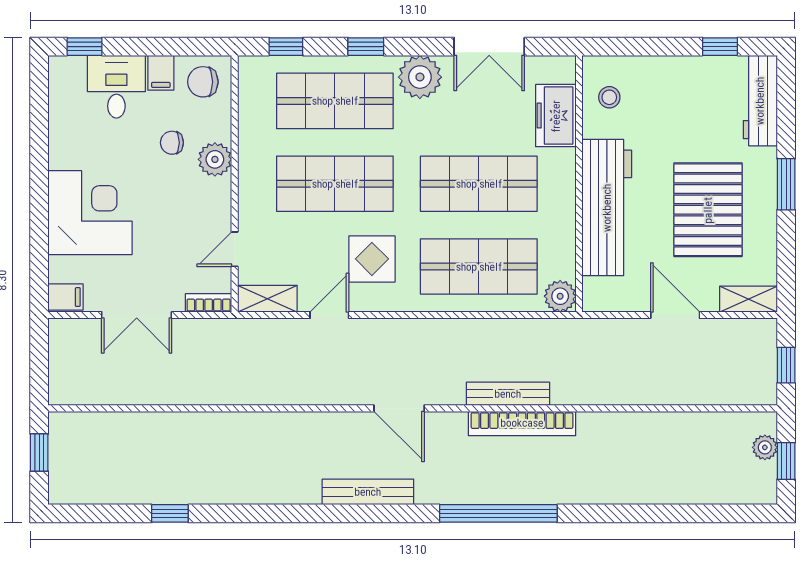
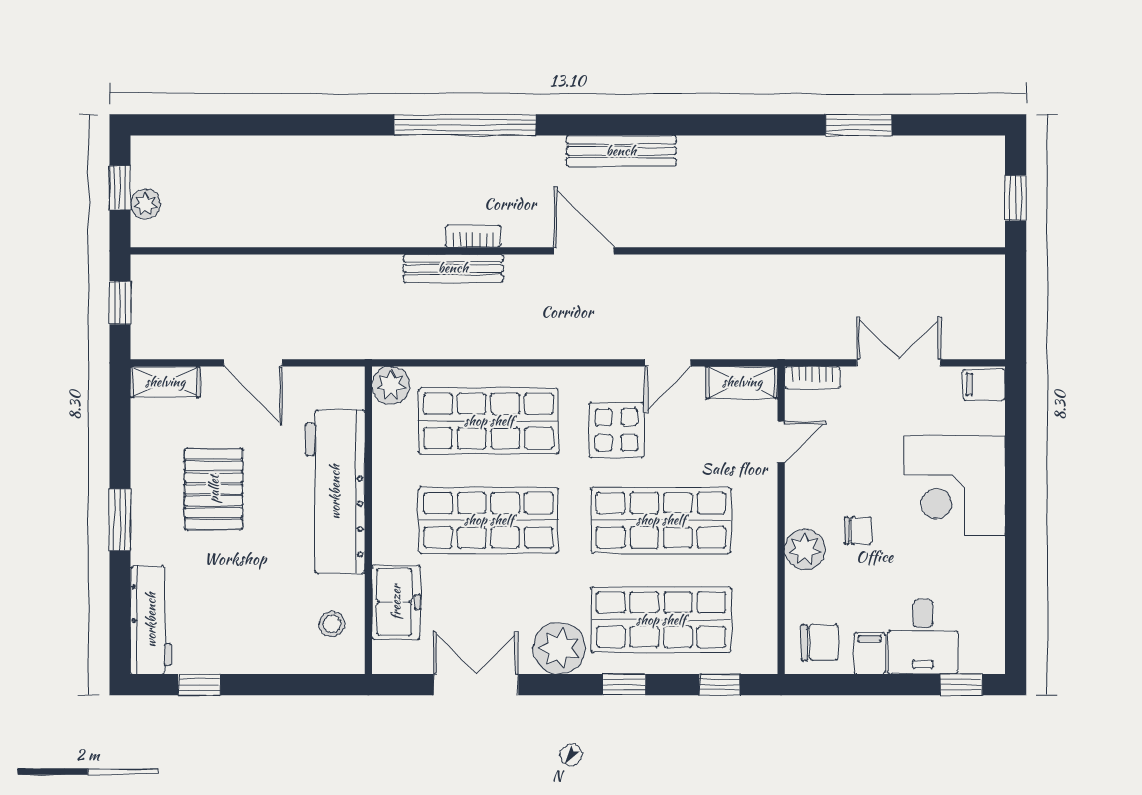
chair: (172, 143) -> (858, 531), moved
pallet: (708, 210) -> (214, 489), width x0.73, depth x0.71
bookcase: (522, 423) -> (473, 236), width x0.43, depth x0.76
window: (170, 513) -> (859, 125), width x1.50

